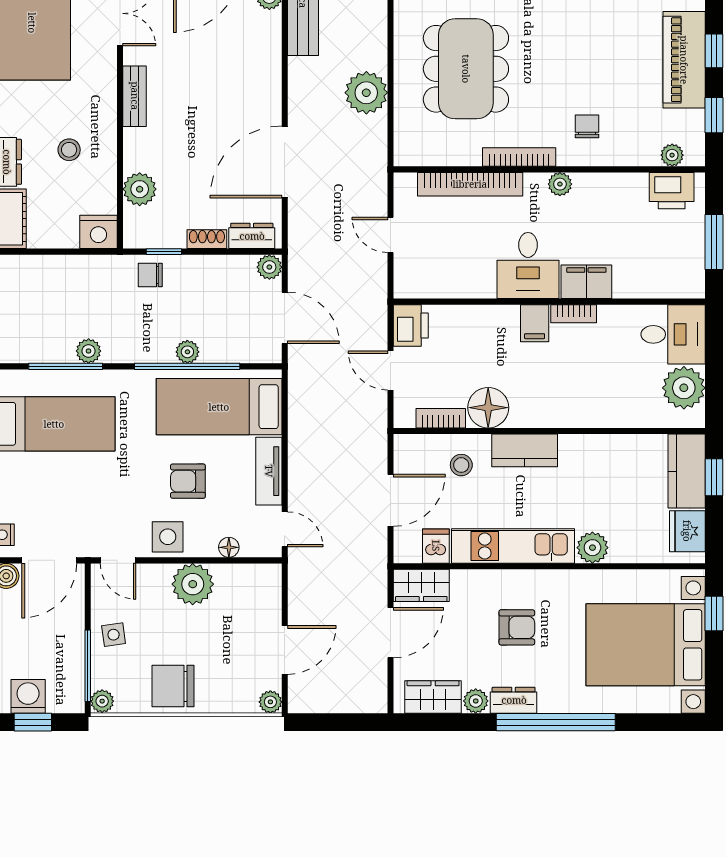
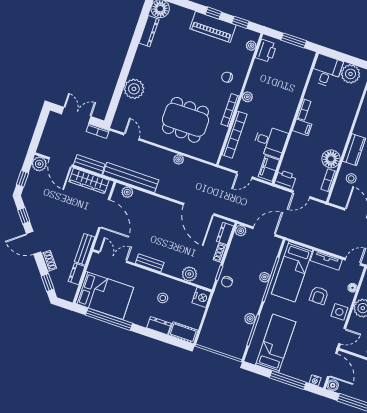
plant: (366, 93) -> (179, 159), width x0.53, depth x0.53
desk: (528, 266) -> (270, 142), moved
filing cabinet: (586, 282) -> (269, 168), moved

